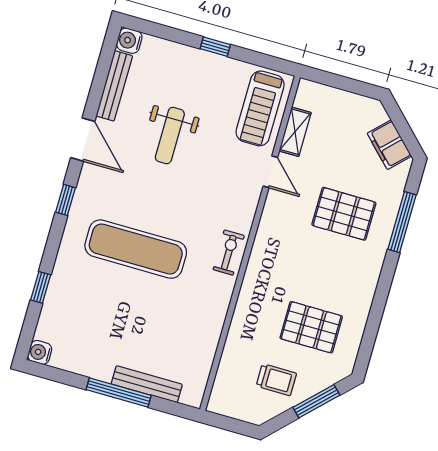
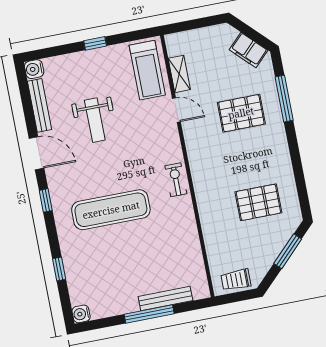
trolley: (276, 380) -> (236, 280), moved, turned 180

